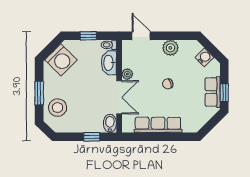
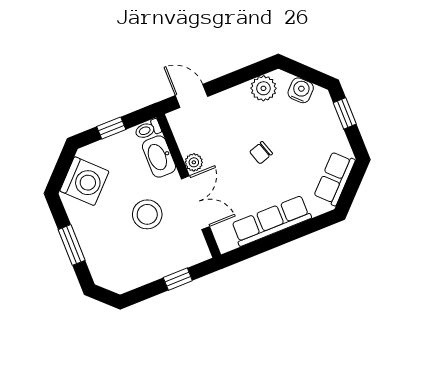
plant: (170, 48) -> (263, 88), moved
row of seats: (213, 92) -> (334, 178), moved, turned 45
window: (224, 93) -> (345, 113), moved
stool: (58, 108) -> (147, 214), moved
bidet: (110, 123) -> (197, 248), removed

